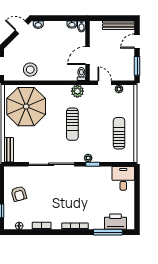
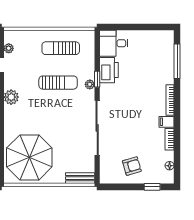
sun lounger: (72, 124) -> (58, 83), moved
printer: (115, 222) -> (109, 70), moved, turned 180
filing cabinet: (56, 223) -> (167, 122), added

